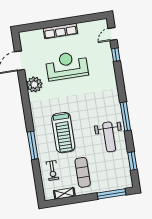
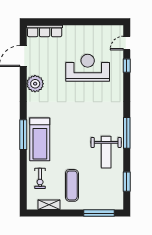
row of seats: (60, 31) -> (45, 31), moved
reception desk: (67, 66) -> (88, 68), moved
treadmill: (63, 133) -> (40, 139), moved
window: (33, 145) -> (23, 135), moved

